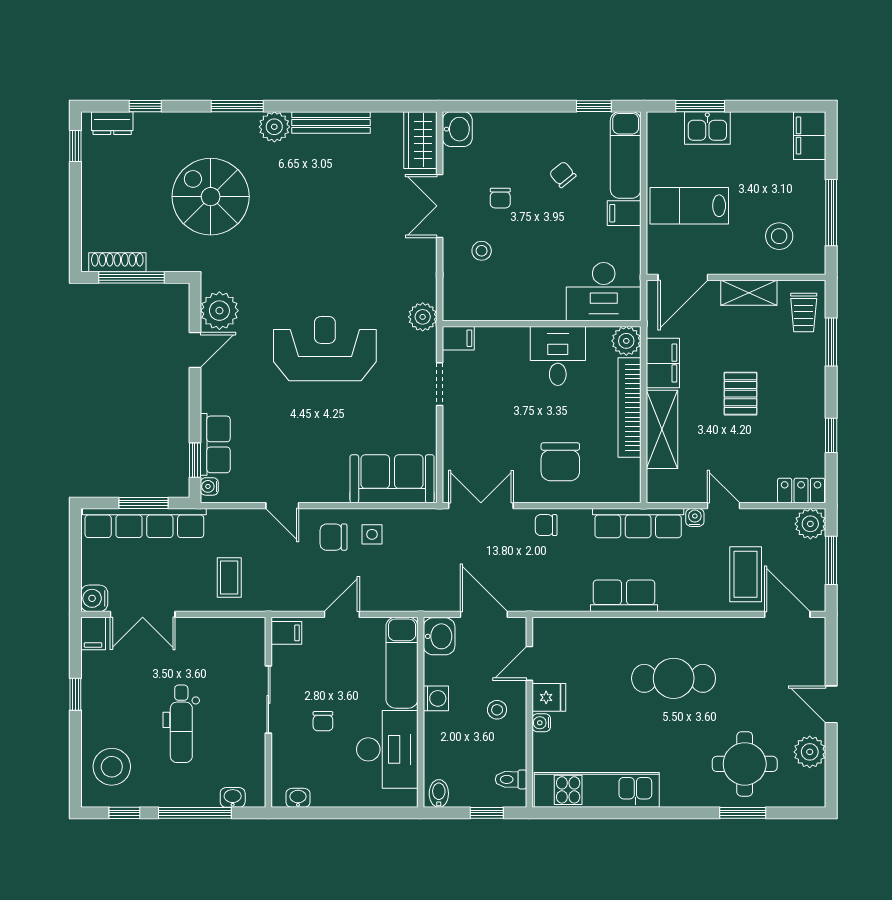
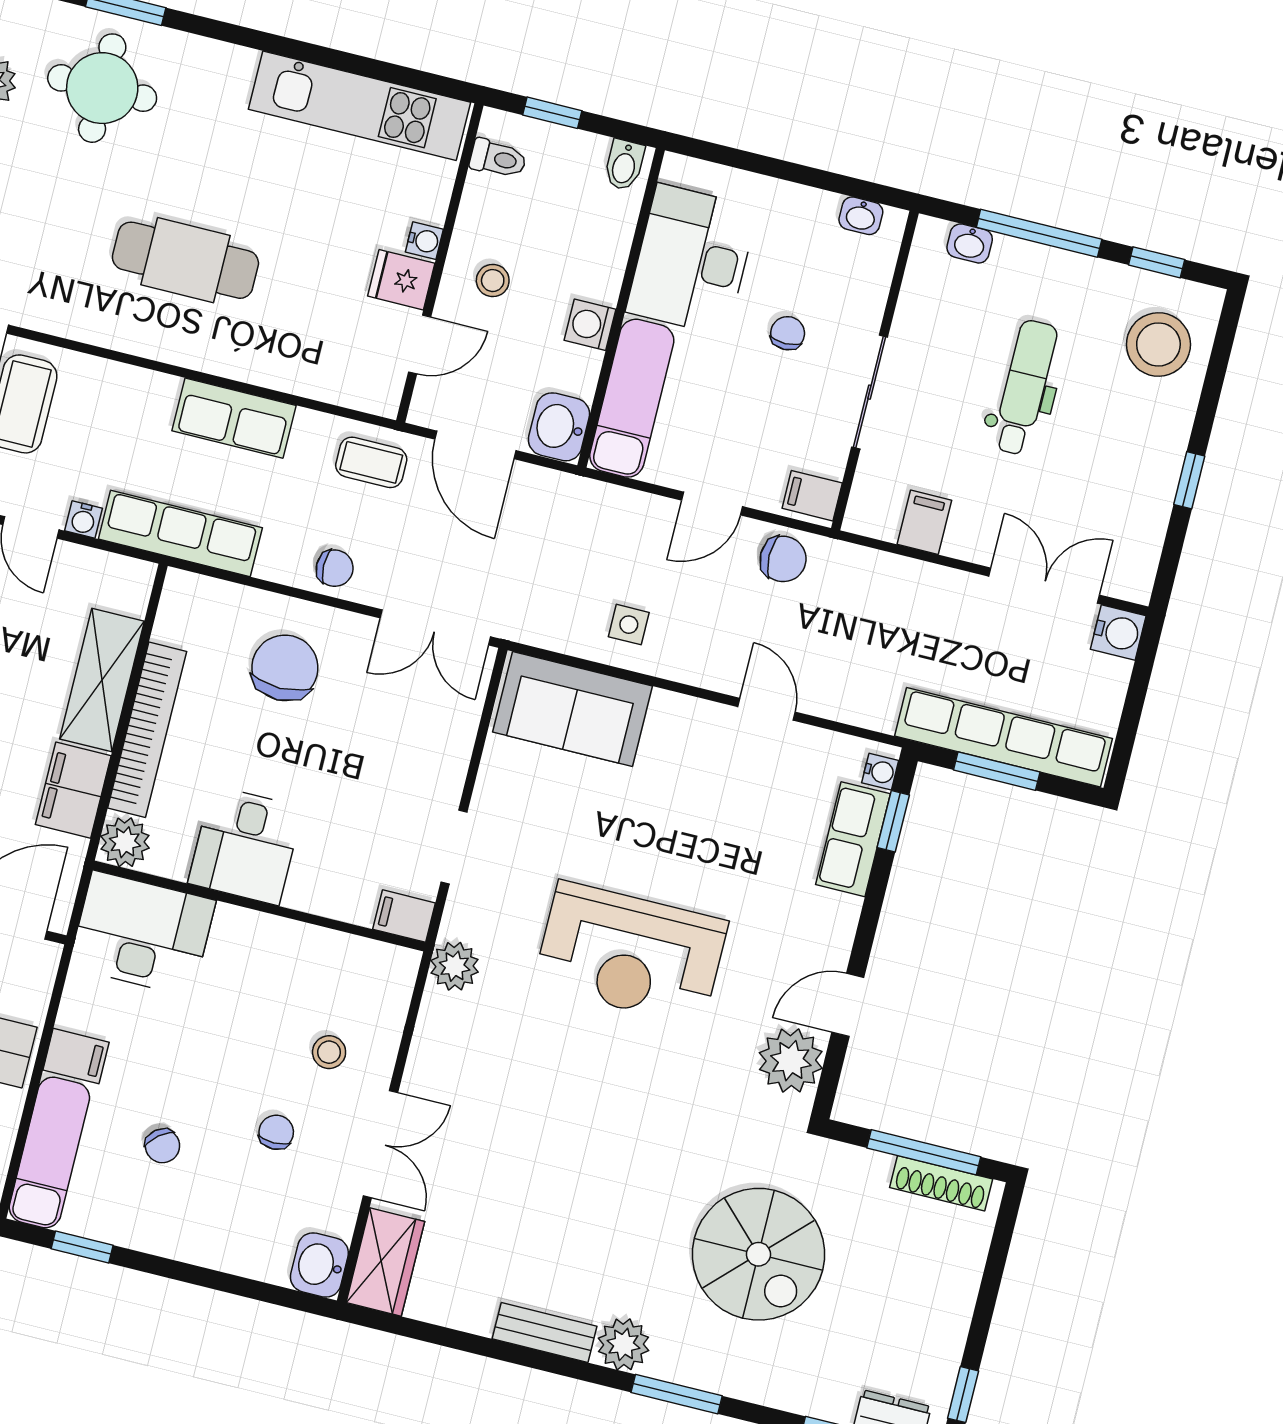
bench: (331, 122) -> (545, 1332), width x0.73
chair: (333, 537) -> (783, 559), moved
coffee table: (229, 577) -> (371, 462), moved, turned 90
filing cabinet: (93, 634) -> (924, 522), moved

